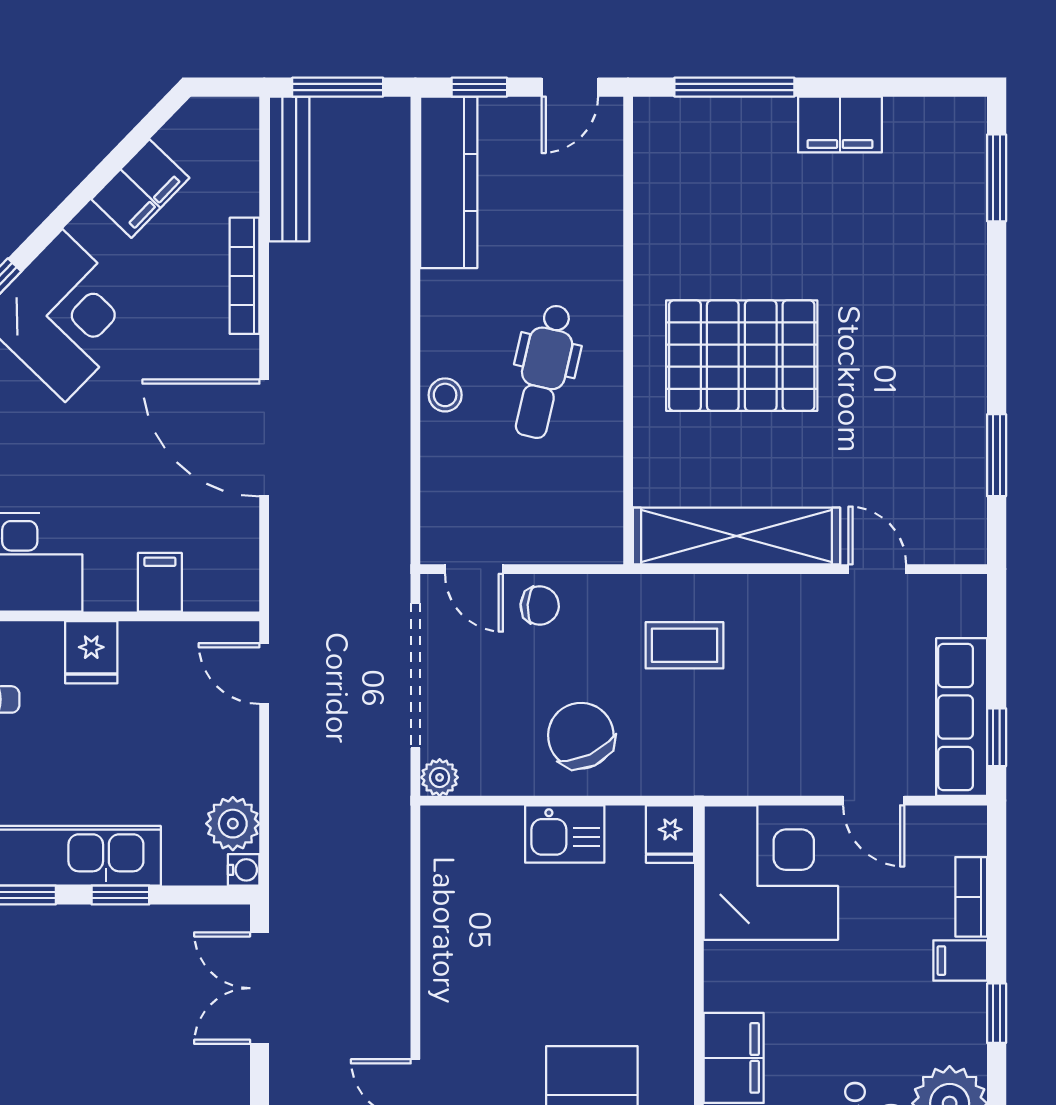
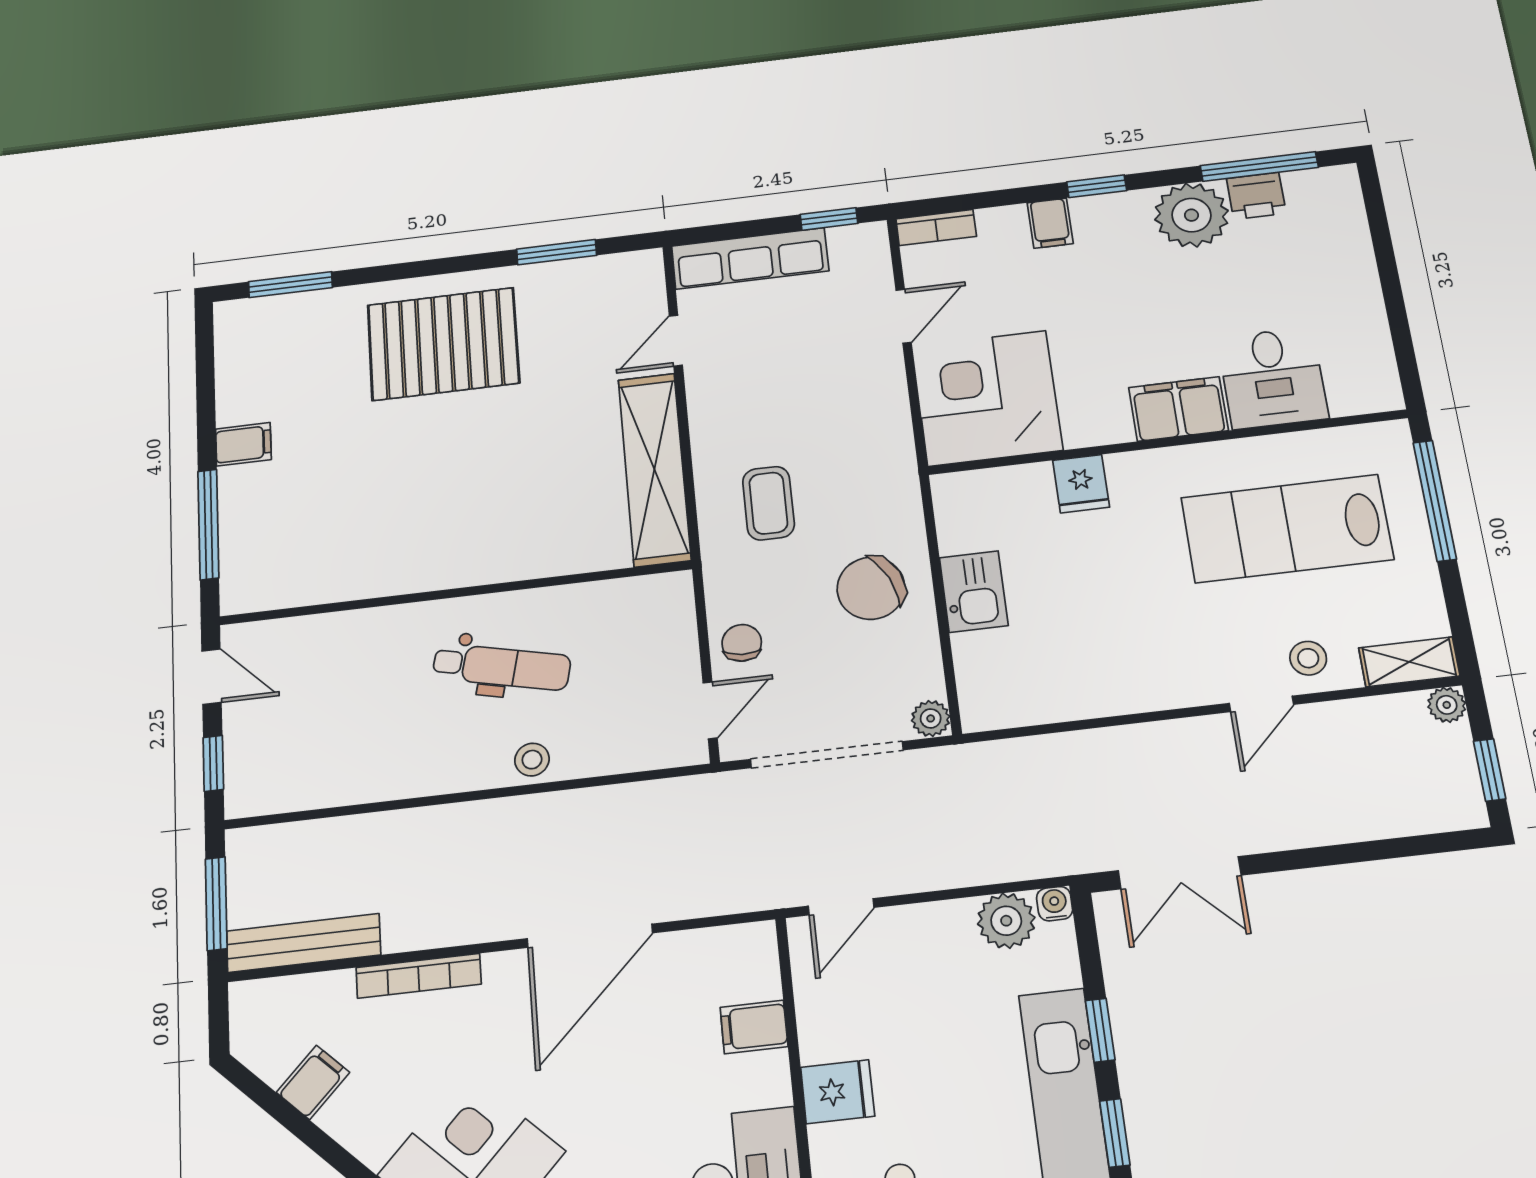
filing cabinet: (840, 124) -> (243, 444), width x0.50
kitchen counter: (449, 182) -> (312, 782), removed
filing cabinet: (140, 189) -> (313, 1082), width x0.50
pallet: (742, 356) -> (443, 344), moved, turned 90
row of seats: (962, 717) -> (750, 258), moved
fridge: (670, 834) -> (1081, 484), moved, turned 90
bookcase: (971, 897) -> (936, 228), moved

